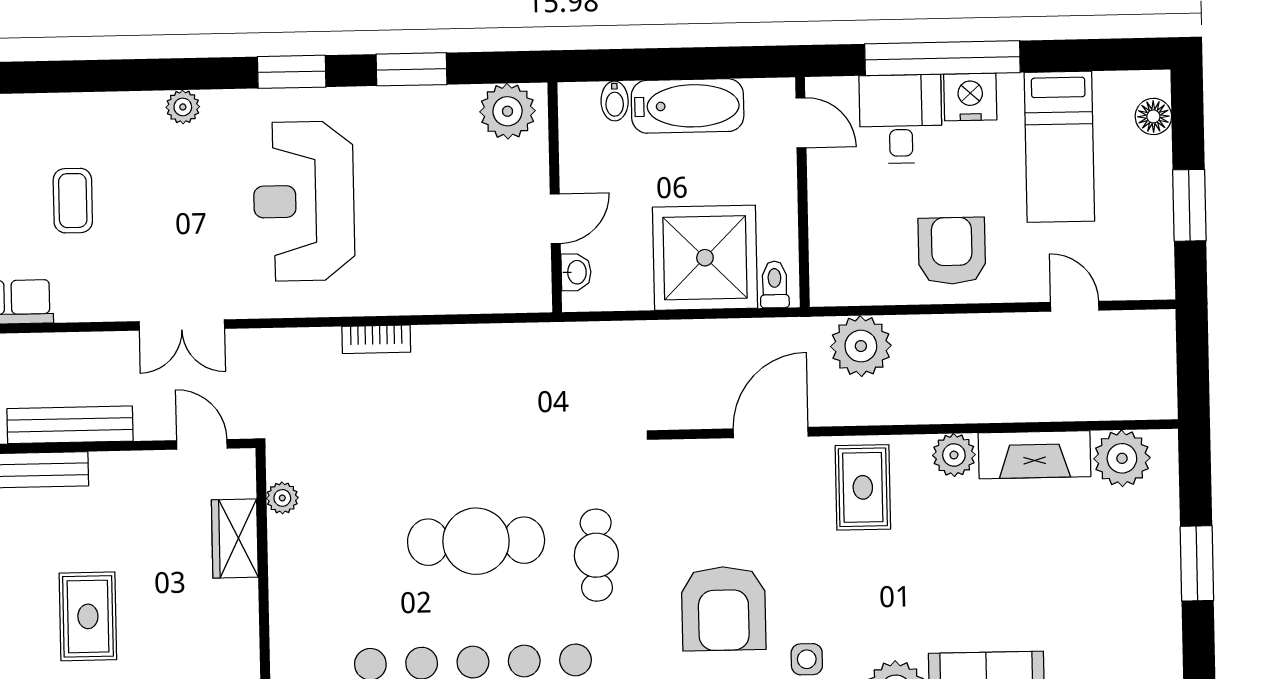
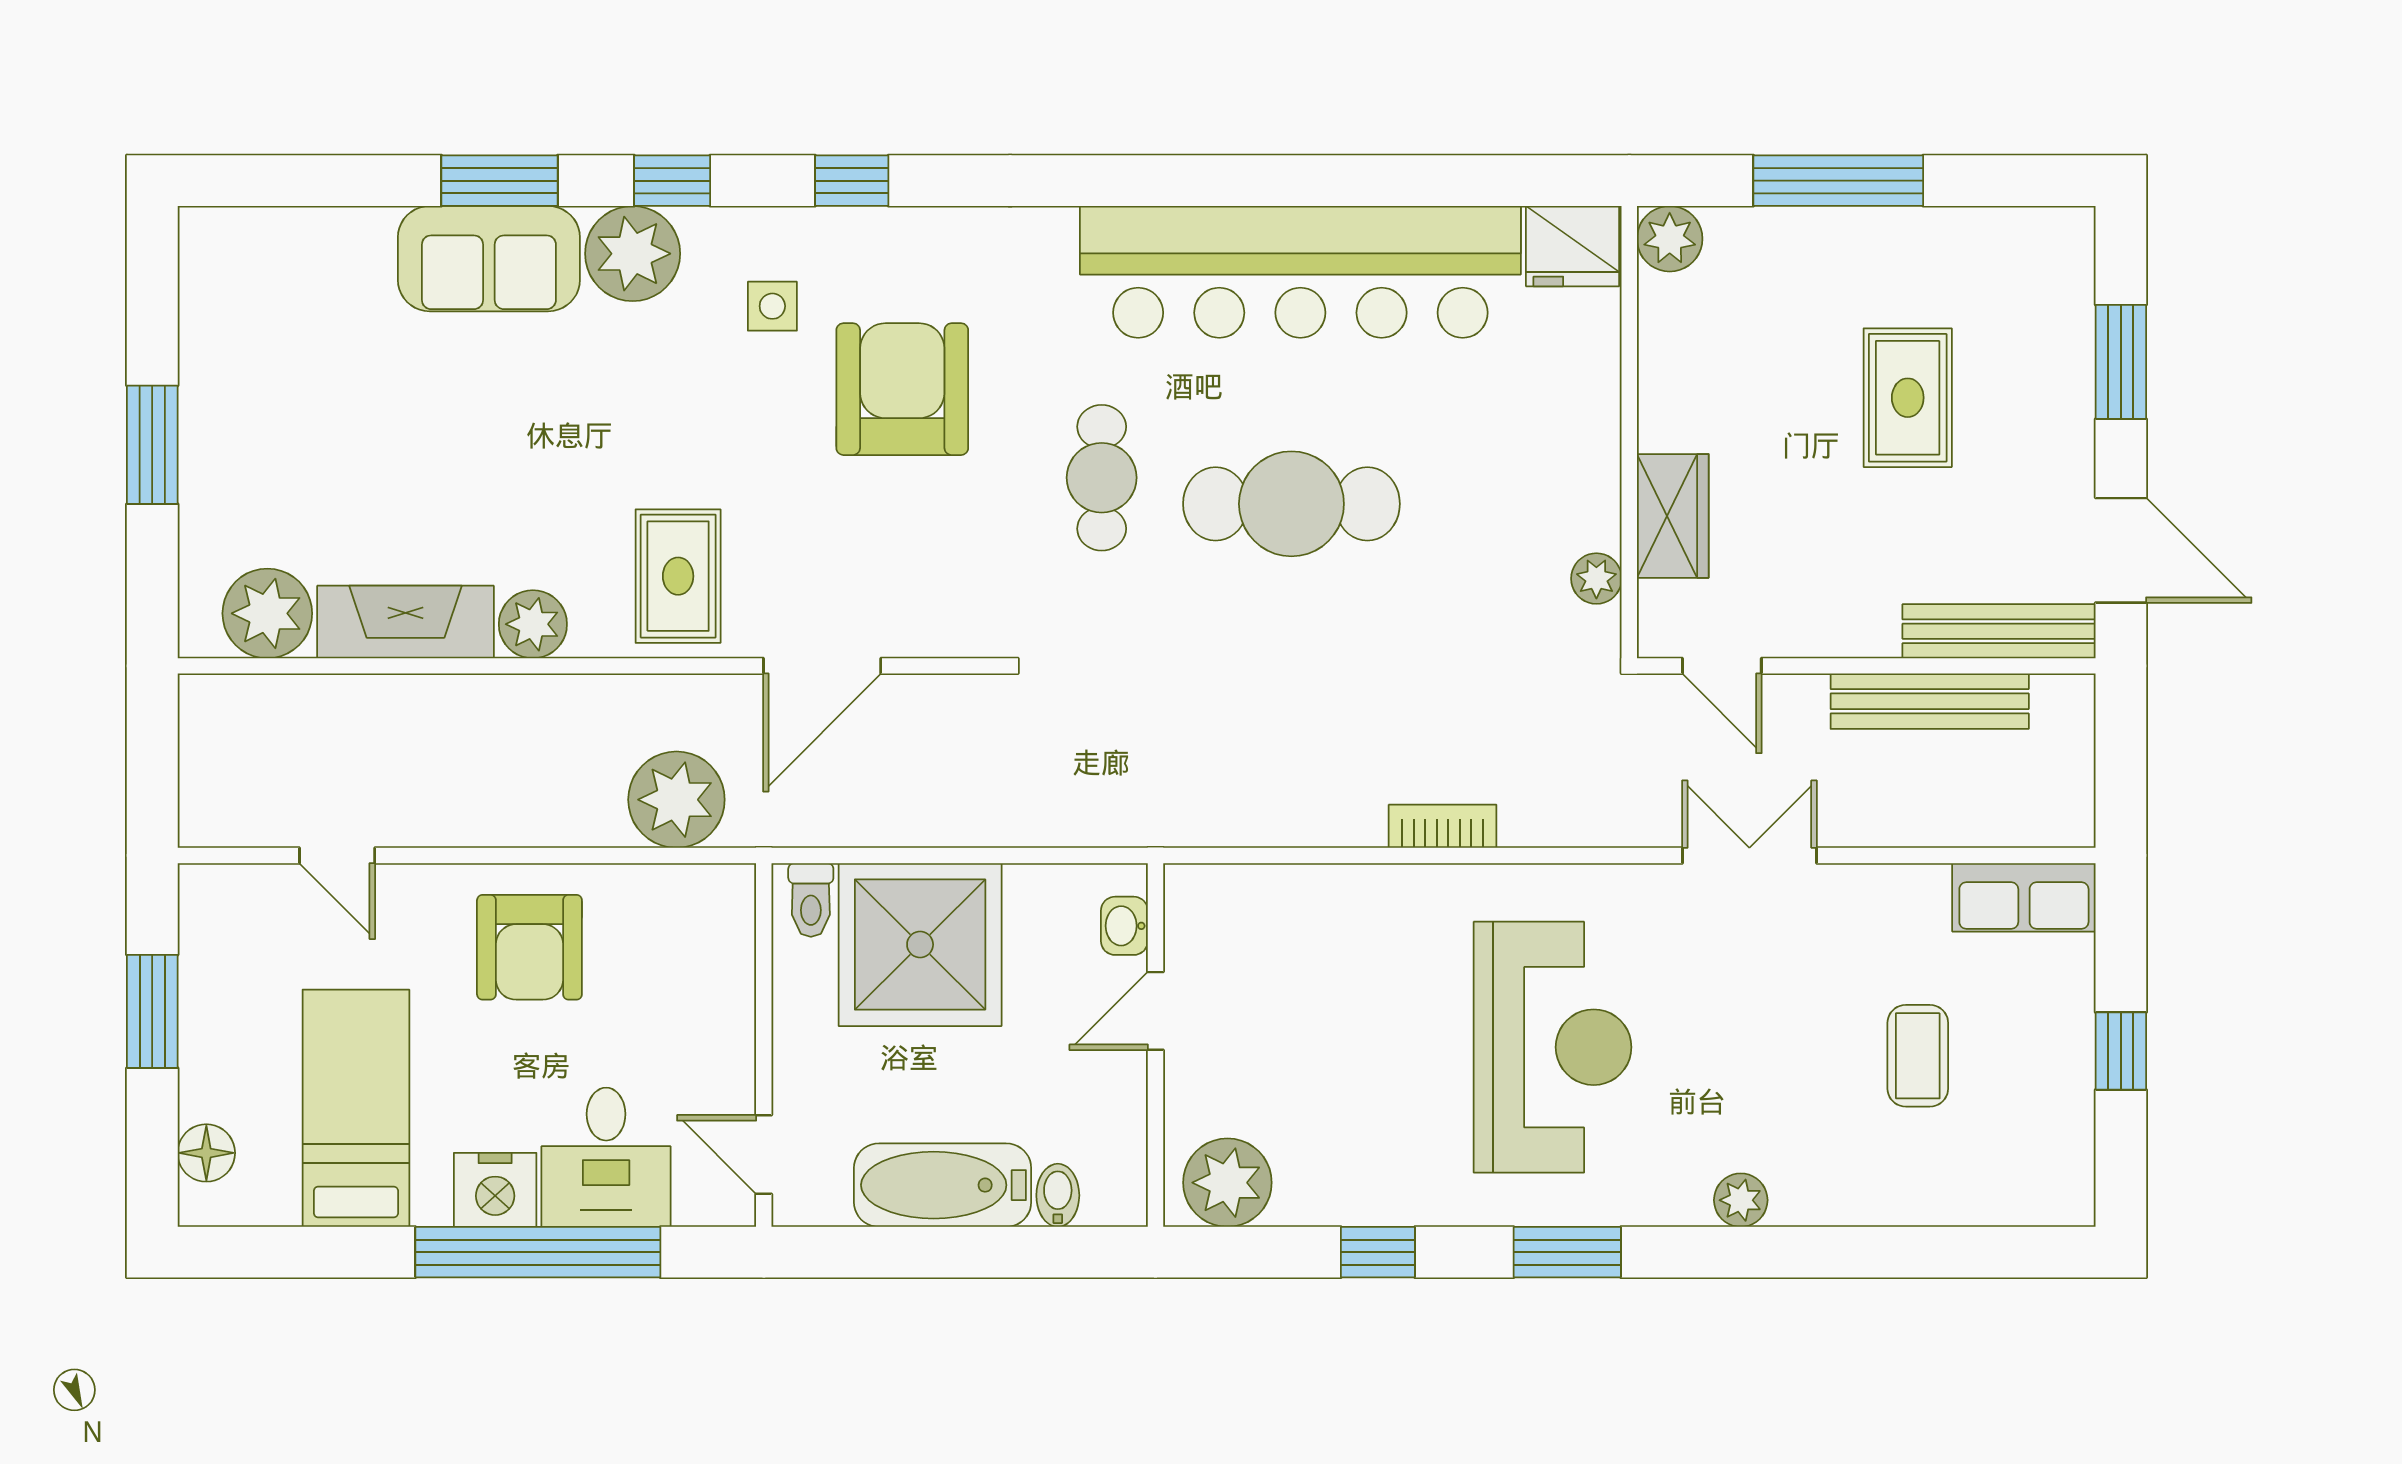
window: (412, 69) -> (1378, 1252), width x0.67

